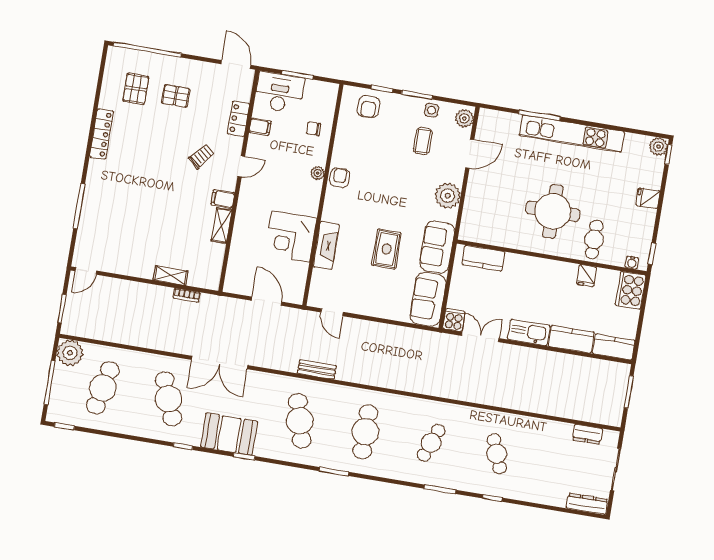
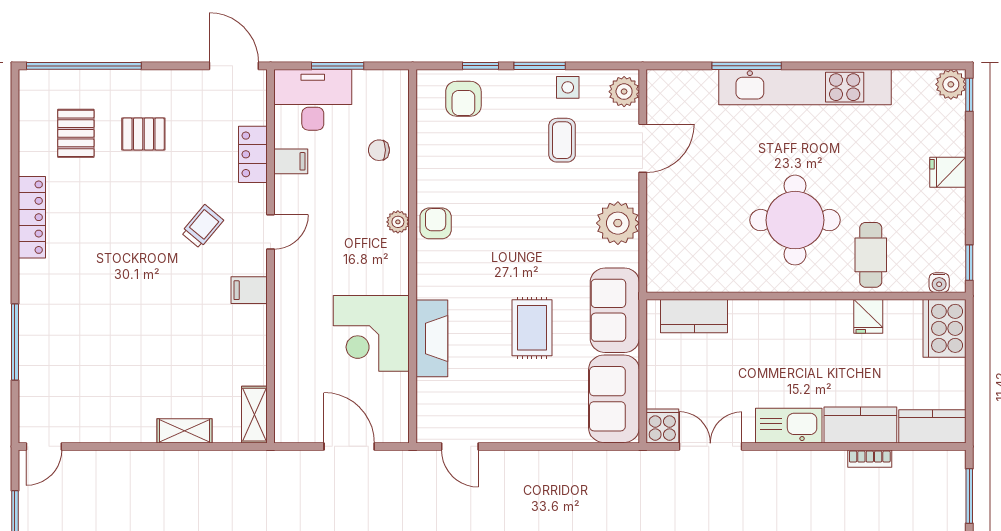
shelving: (222, 225) -> (254, 415), moved
bookcase: (187, 295) -> (870, 459), moved

